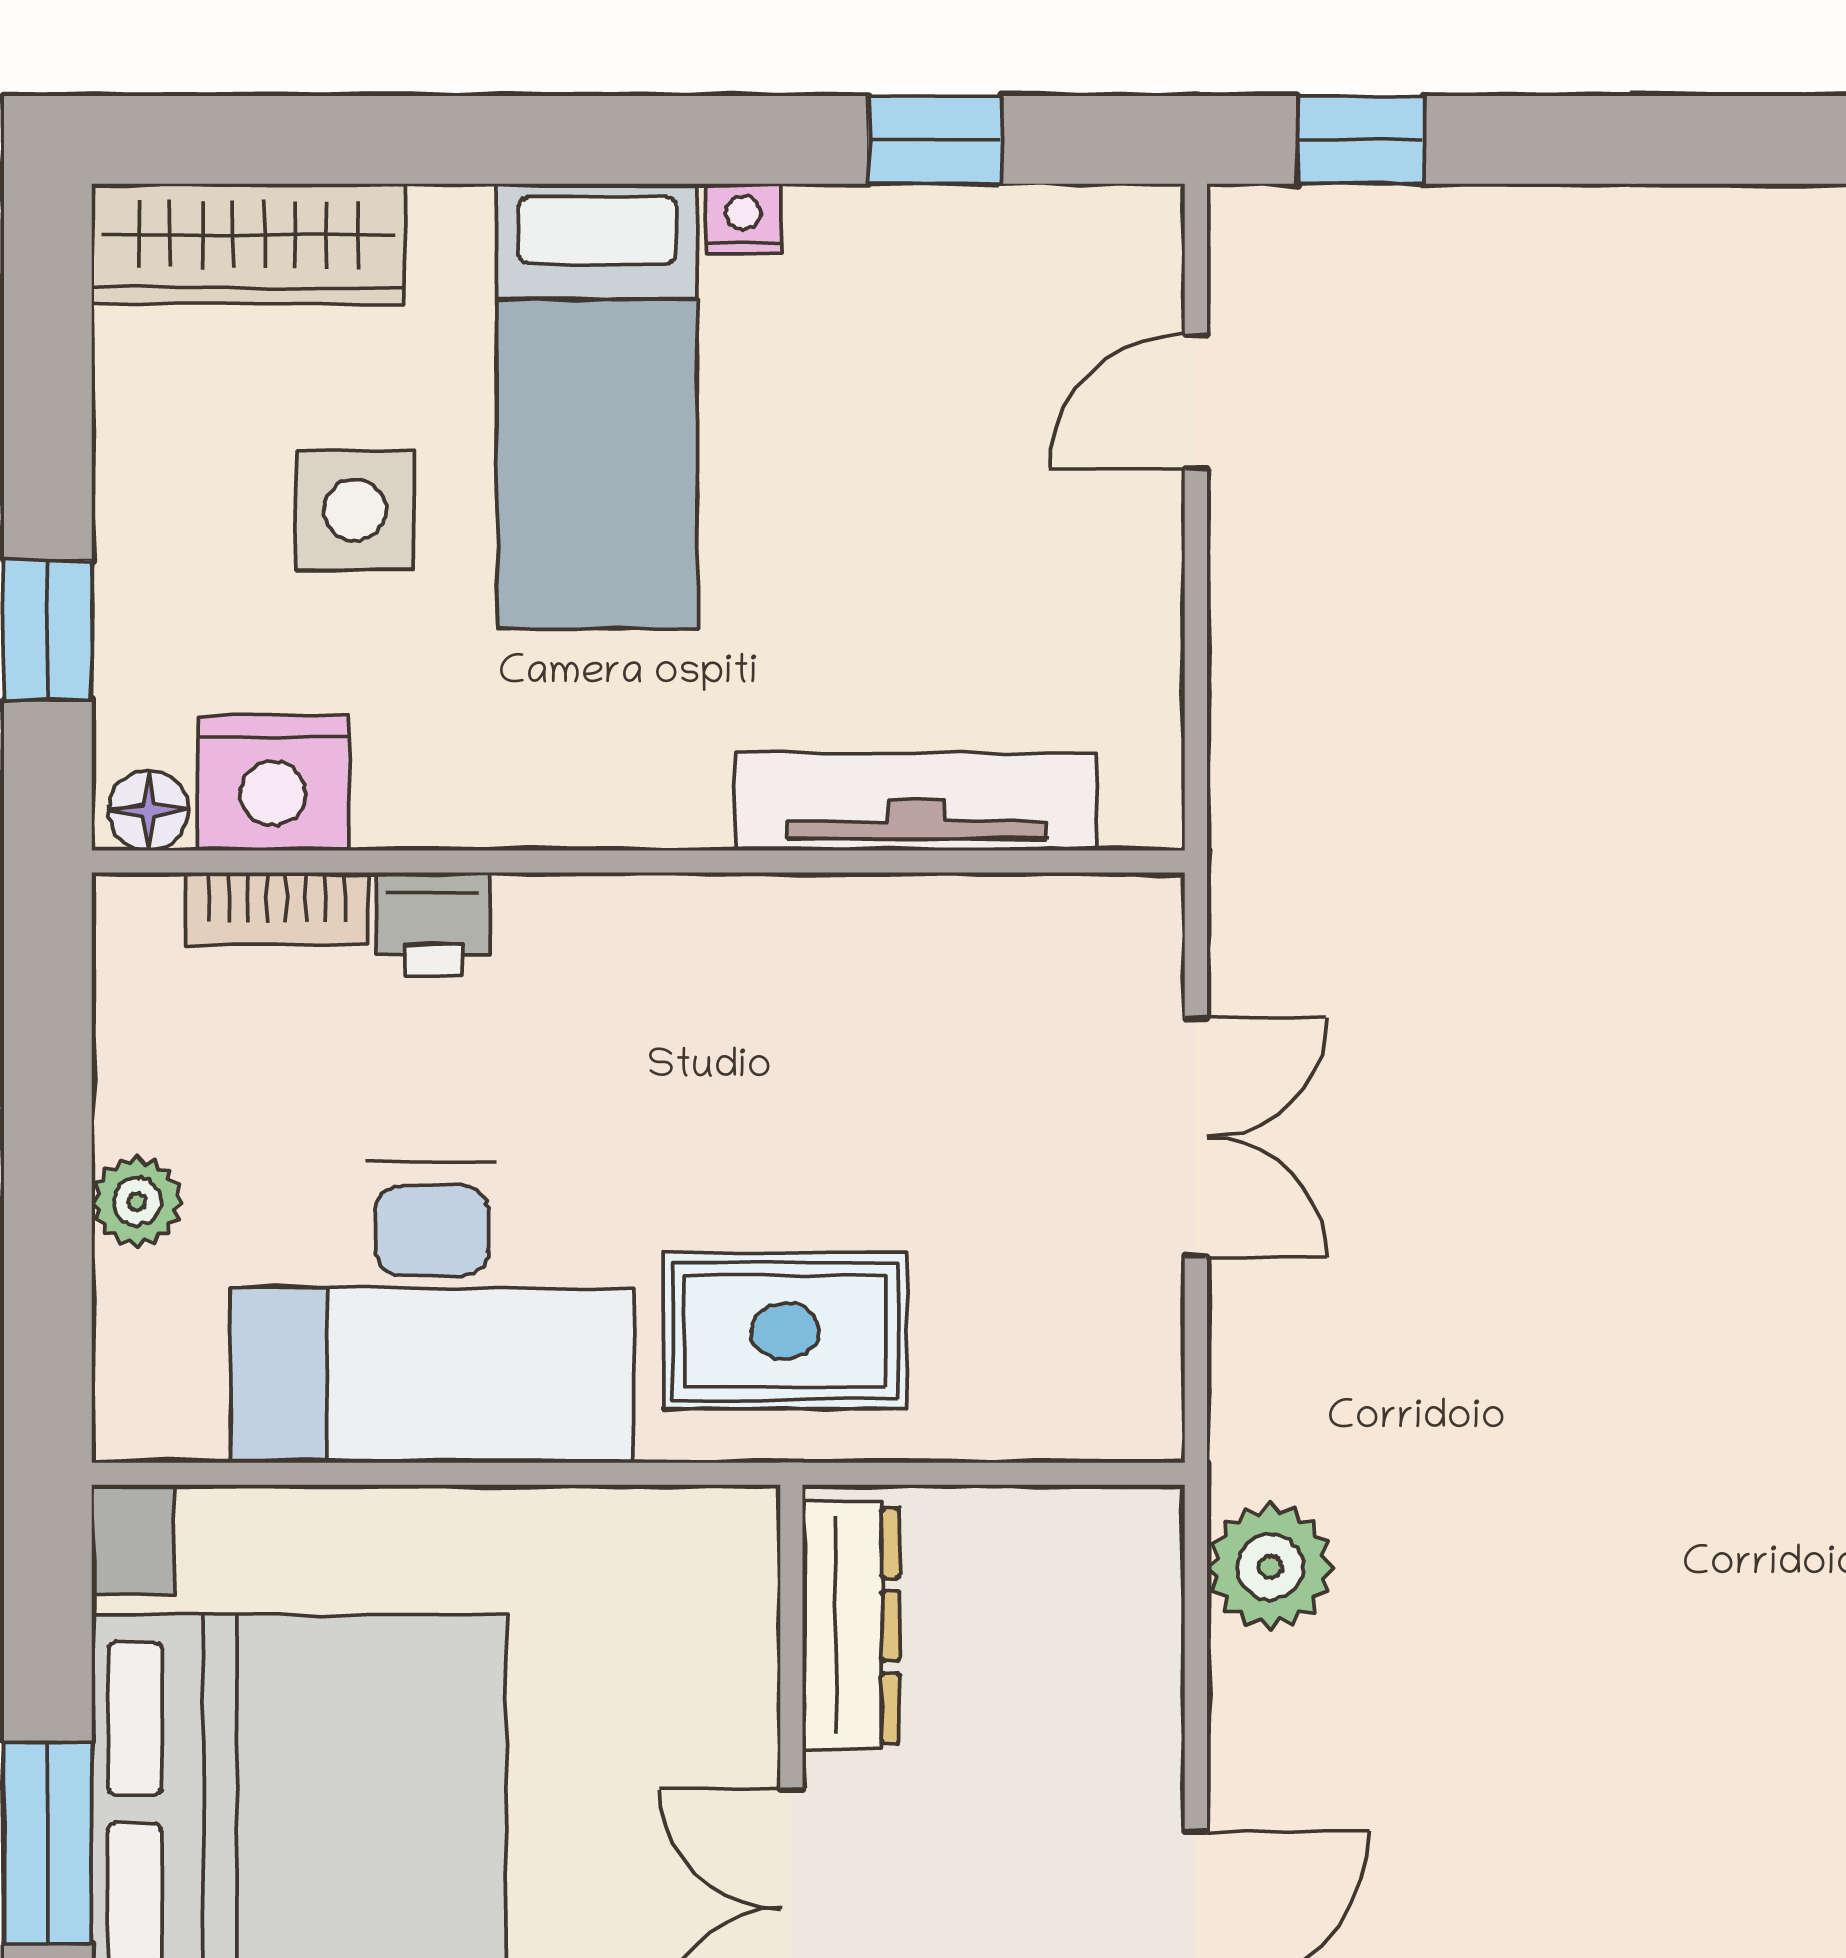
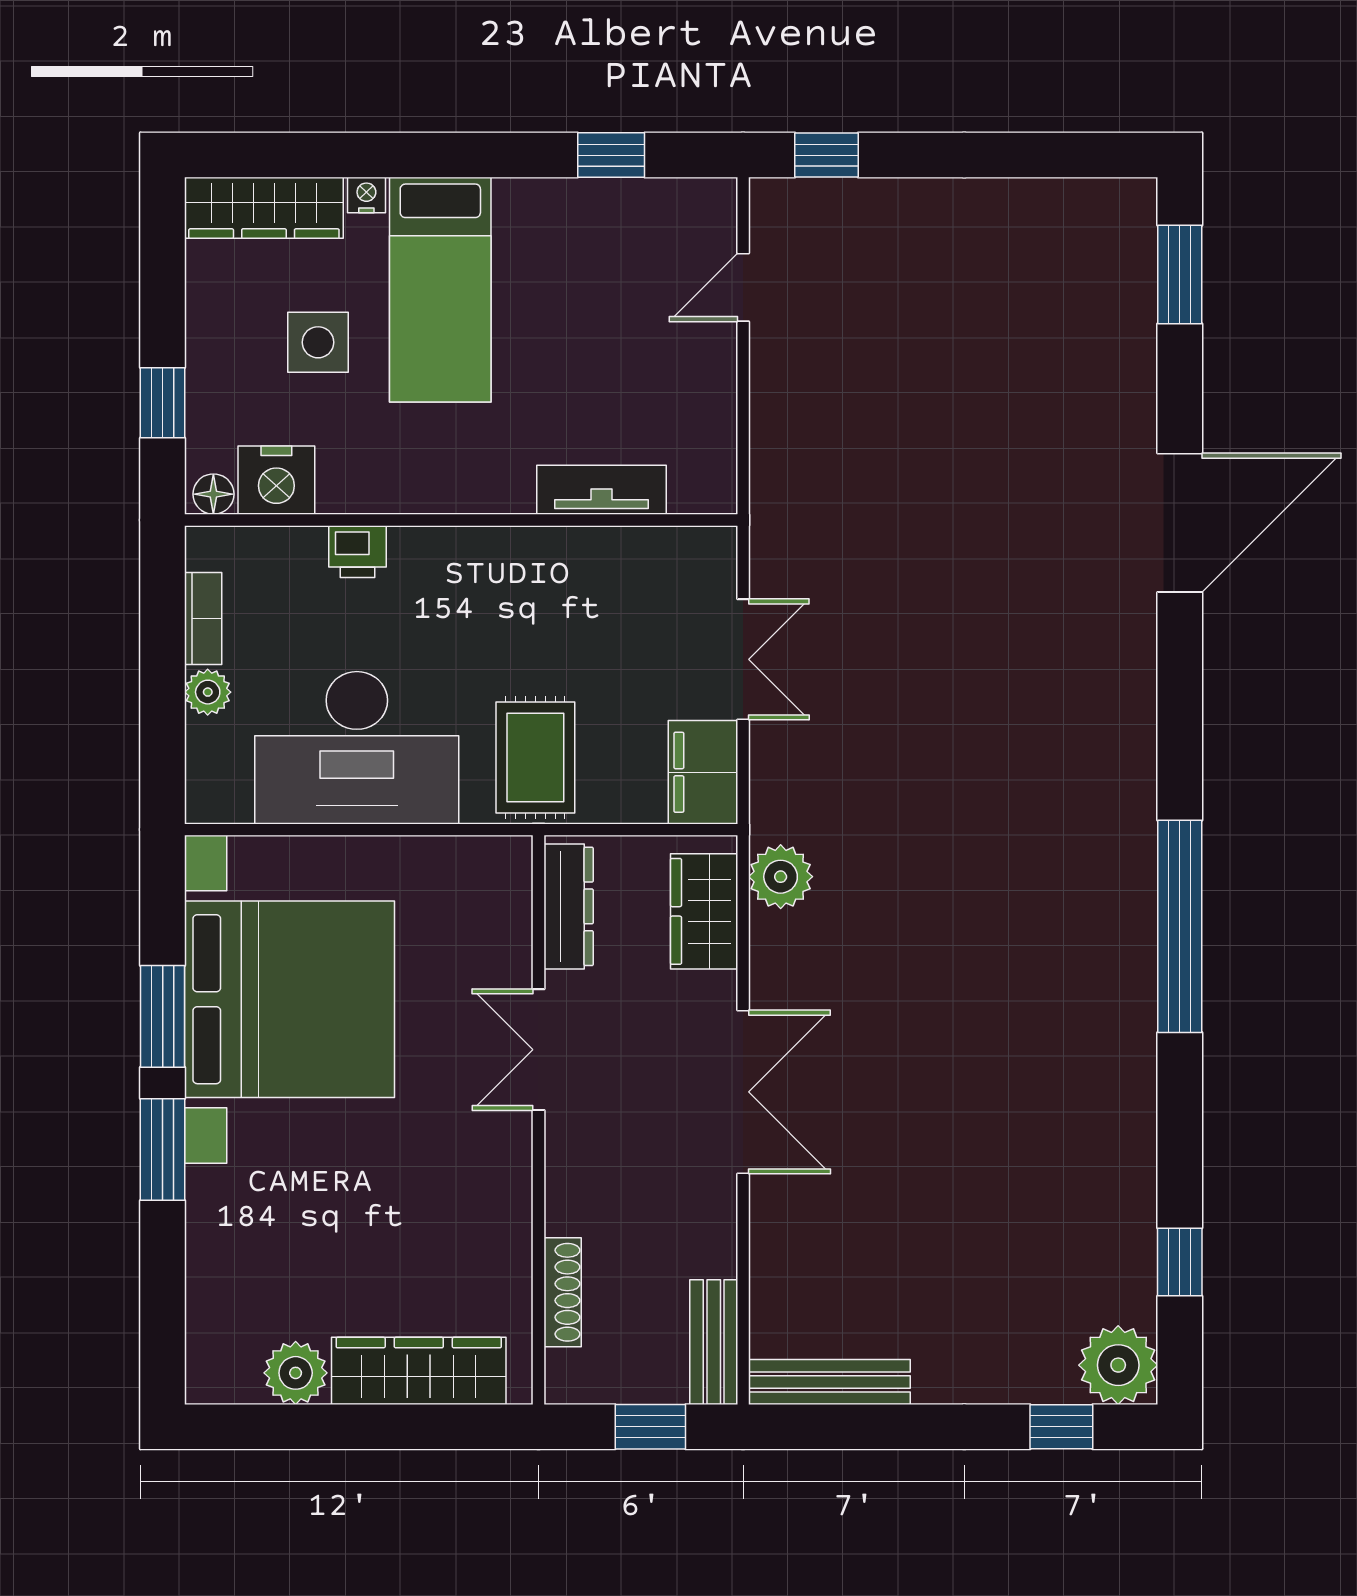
nightstand: (743, 219) -> (366, 195), moved
tv unit: (916, 802) -> (602, 490), width x0.71
bookcase: (277, 909) -> (203, 619), moved, turned -90
rug: (785, 1331) -> (535, 757), turned 90
filing cabinet: (1117, 1360) -> (703, 772), added
wardrobe: (1119, 1636) -> (704, 911), added

